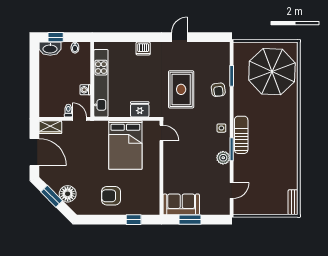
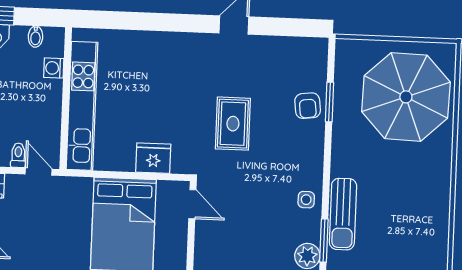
dishwasher: (143, 49) -> (164, 44), removed
rug: (181, 89) -> (233, 124), width x0.73, depth x0.70
washing machine: (85, 90) -> (54, 68), moved
armchair: (218, 90) -> (308, 106), moved
sun lounger: (241, 135) -> (343, 214), turned 180

